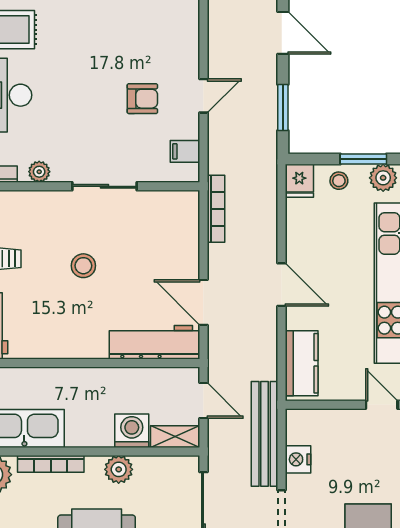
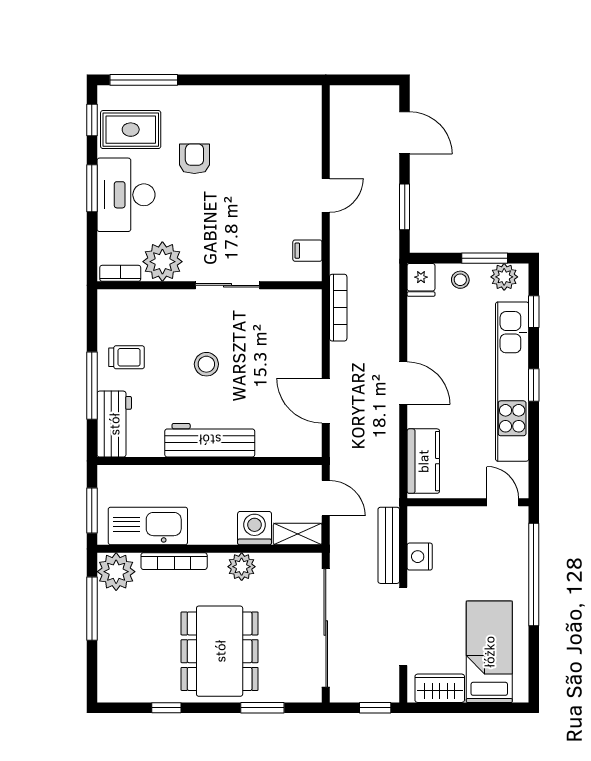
armchair: (142, 99) -> (194, 159), moved, turned -90
plant: (39, 172) -> (162, 262), width x1.88, depth x1.88
workbench: (155, 342) -> (210, 440), moved
bench: (265, 434) -> (389, 545), width x0.73, depth x0.82

